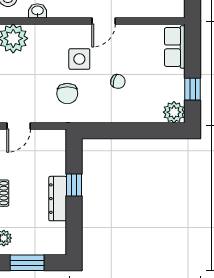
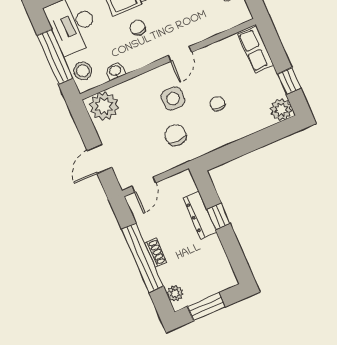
chair: (118, 81) -> (217, 104), turned -106
chair: (67, 93) -> (176, 135), turned 180
dresser: (58, 199) -> (200, 215), moved

